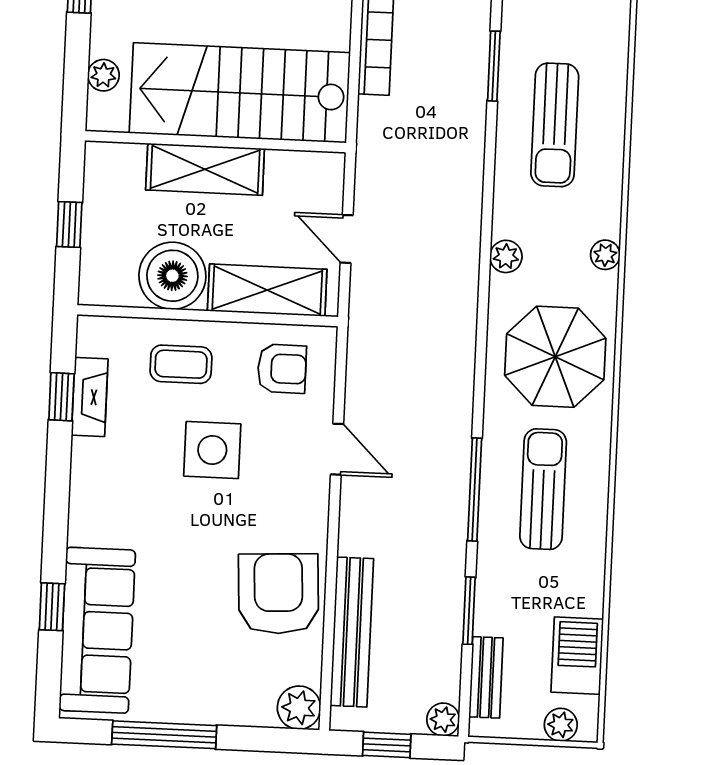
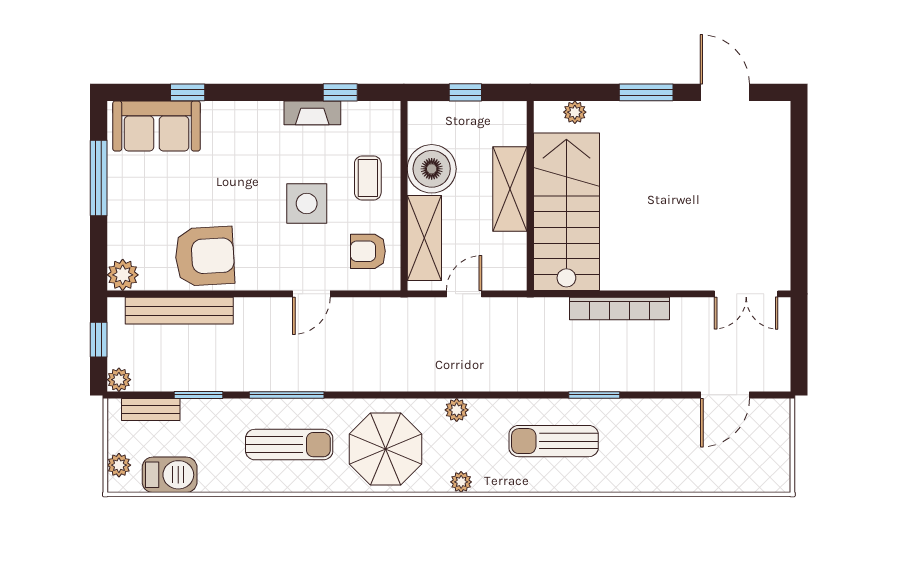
armchair: (282, 369) -> (368, 251), turned 90
fireplace: (90, 397) -> (312, 113), moved
sofa: (97, 630) -> (156, 126), width x0.73

